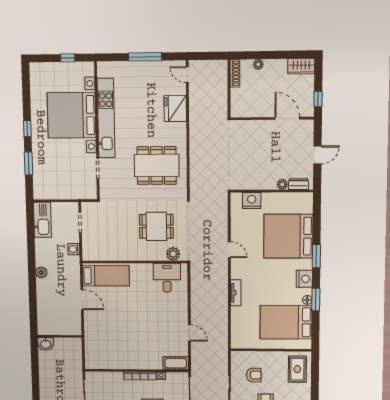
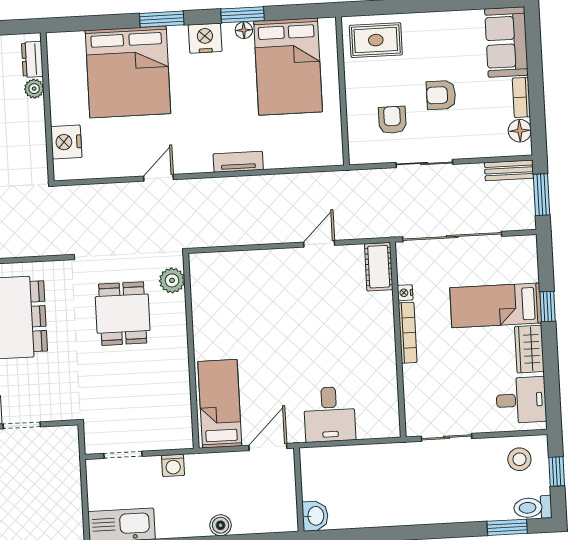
desk: (167, 278) -> (329, 414), moved, turned -90
wall: (60, 336) -> (299, 490), moved
washbasin: (46, 344) -> (315, 516), moved

